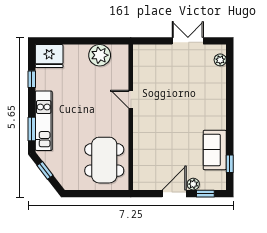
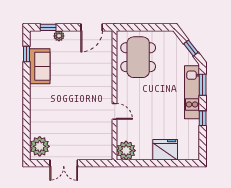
plant: (100, 55) -> (126, 151), moved
fridge: (49, 56) -> (165, 150), moved
plant: (220, 60) -> (40, 146), width x1.87, depth x1.87
window: (32, 79) -> (203, 118), moved
door: (174, 194) -> (92, 27), moved

